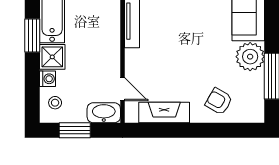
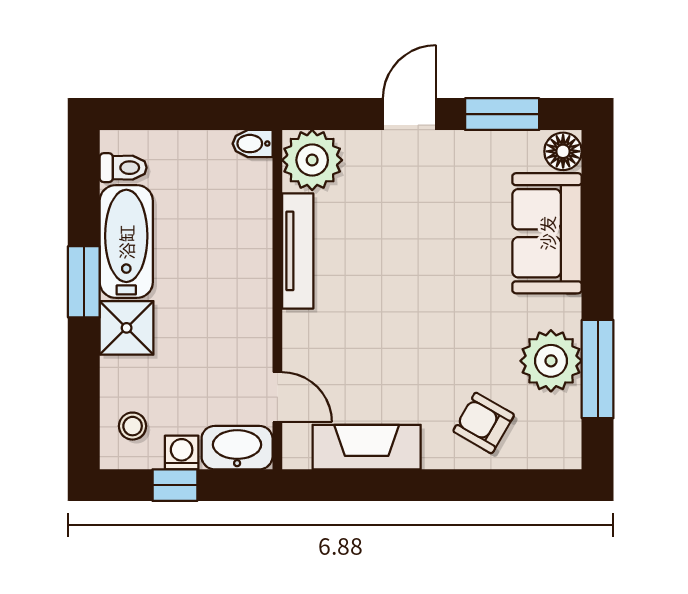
plant: (250, 57) -> (551, 361), moved
washing machine: (48, 79) -> (182, 452), moved, turned -90
window: (75, 130) -> (175, 485), width x0.67

